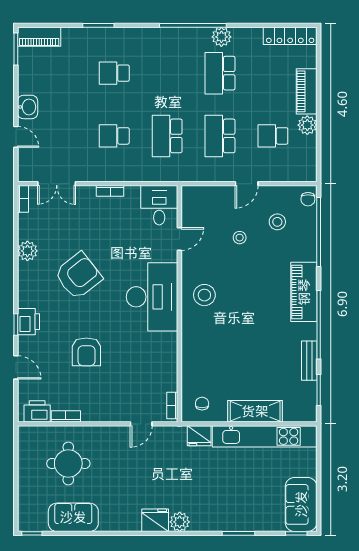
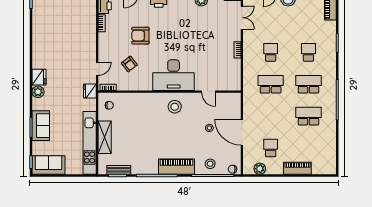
locker: (290, 36) -> (331, 158), removed
plant: (221, 37) -> (330, 117), removed
plant: (307, 125) -> (260, 169), moved
school desk: (220, 136) -> (308, 84), moved
double door: (57, 184) -> (242, 18), swing flipped
door: (247, 184) -> (242, 132), width x1.87
desk: (159, 205) -> (229, 79), removed
stool: (277, 222) -> (210, 164), moved
armchair: (78, 276) -> (129, 64), moved, width x0.53, depth x0.53
bench: (309, 361) -> (119, 170), moved
door: (141, 424) -> (97, 69), swing flipped
fridge: (199, 436) -> (90, 91), moved
round table: (68, 463) -> (73, 25), removed
sofa: (73, 517) -> (41, 126), moved

